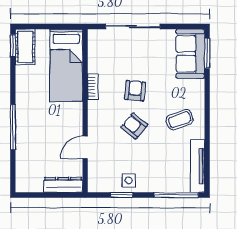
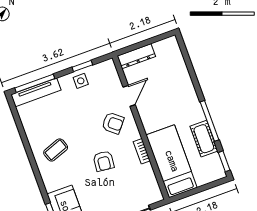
cot: (25, 47) -> (204, 139), moved
armchair: (134, 126) -> (113, 123), moved
window: (13, 127) -> (209, 121), moved
tv unit: (197, 166) -> (36, 92), moved, turned 90

